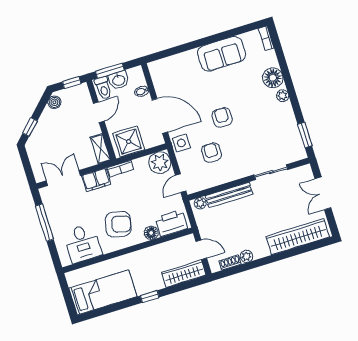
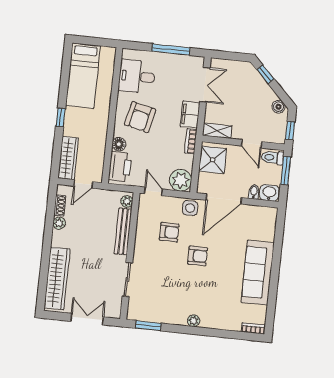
sofa: (222, 54) -> (258, 273), width x1.36
floor lamp: (273, 78) -> (214, 319), removed
washbasin: (119, 80) -> (269, 193), moved, turned 90

